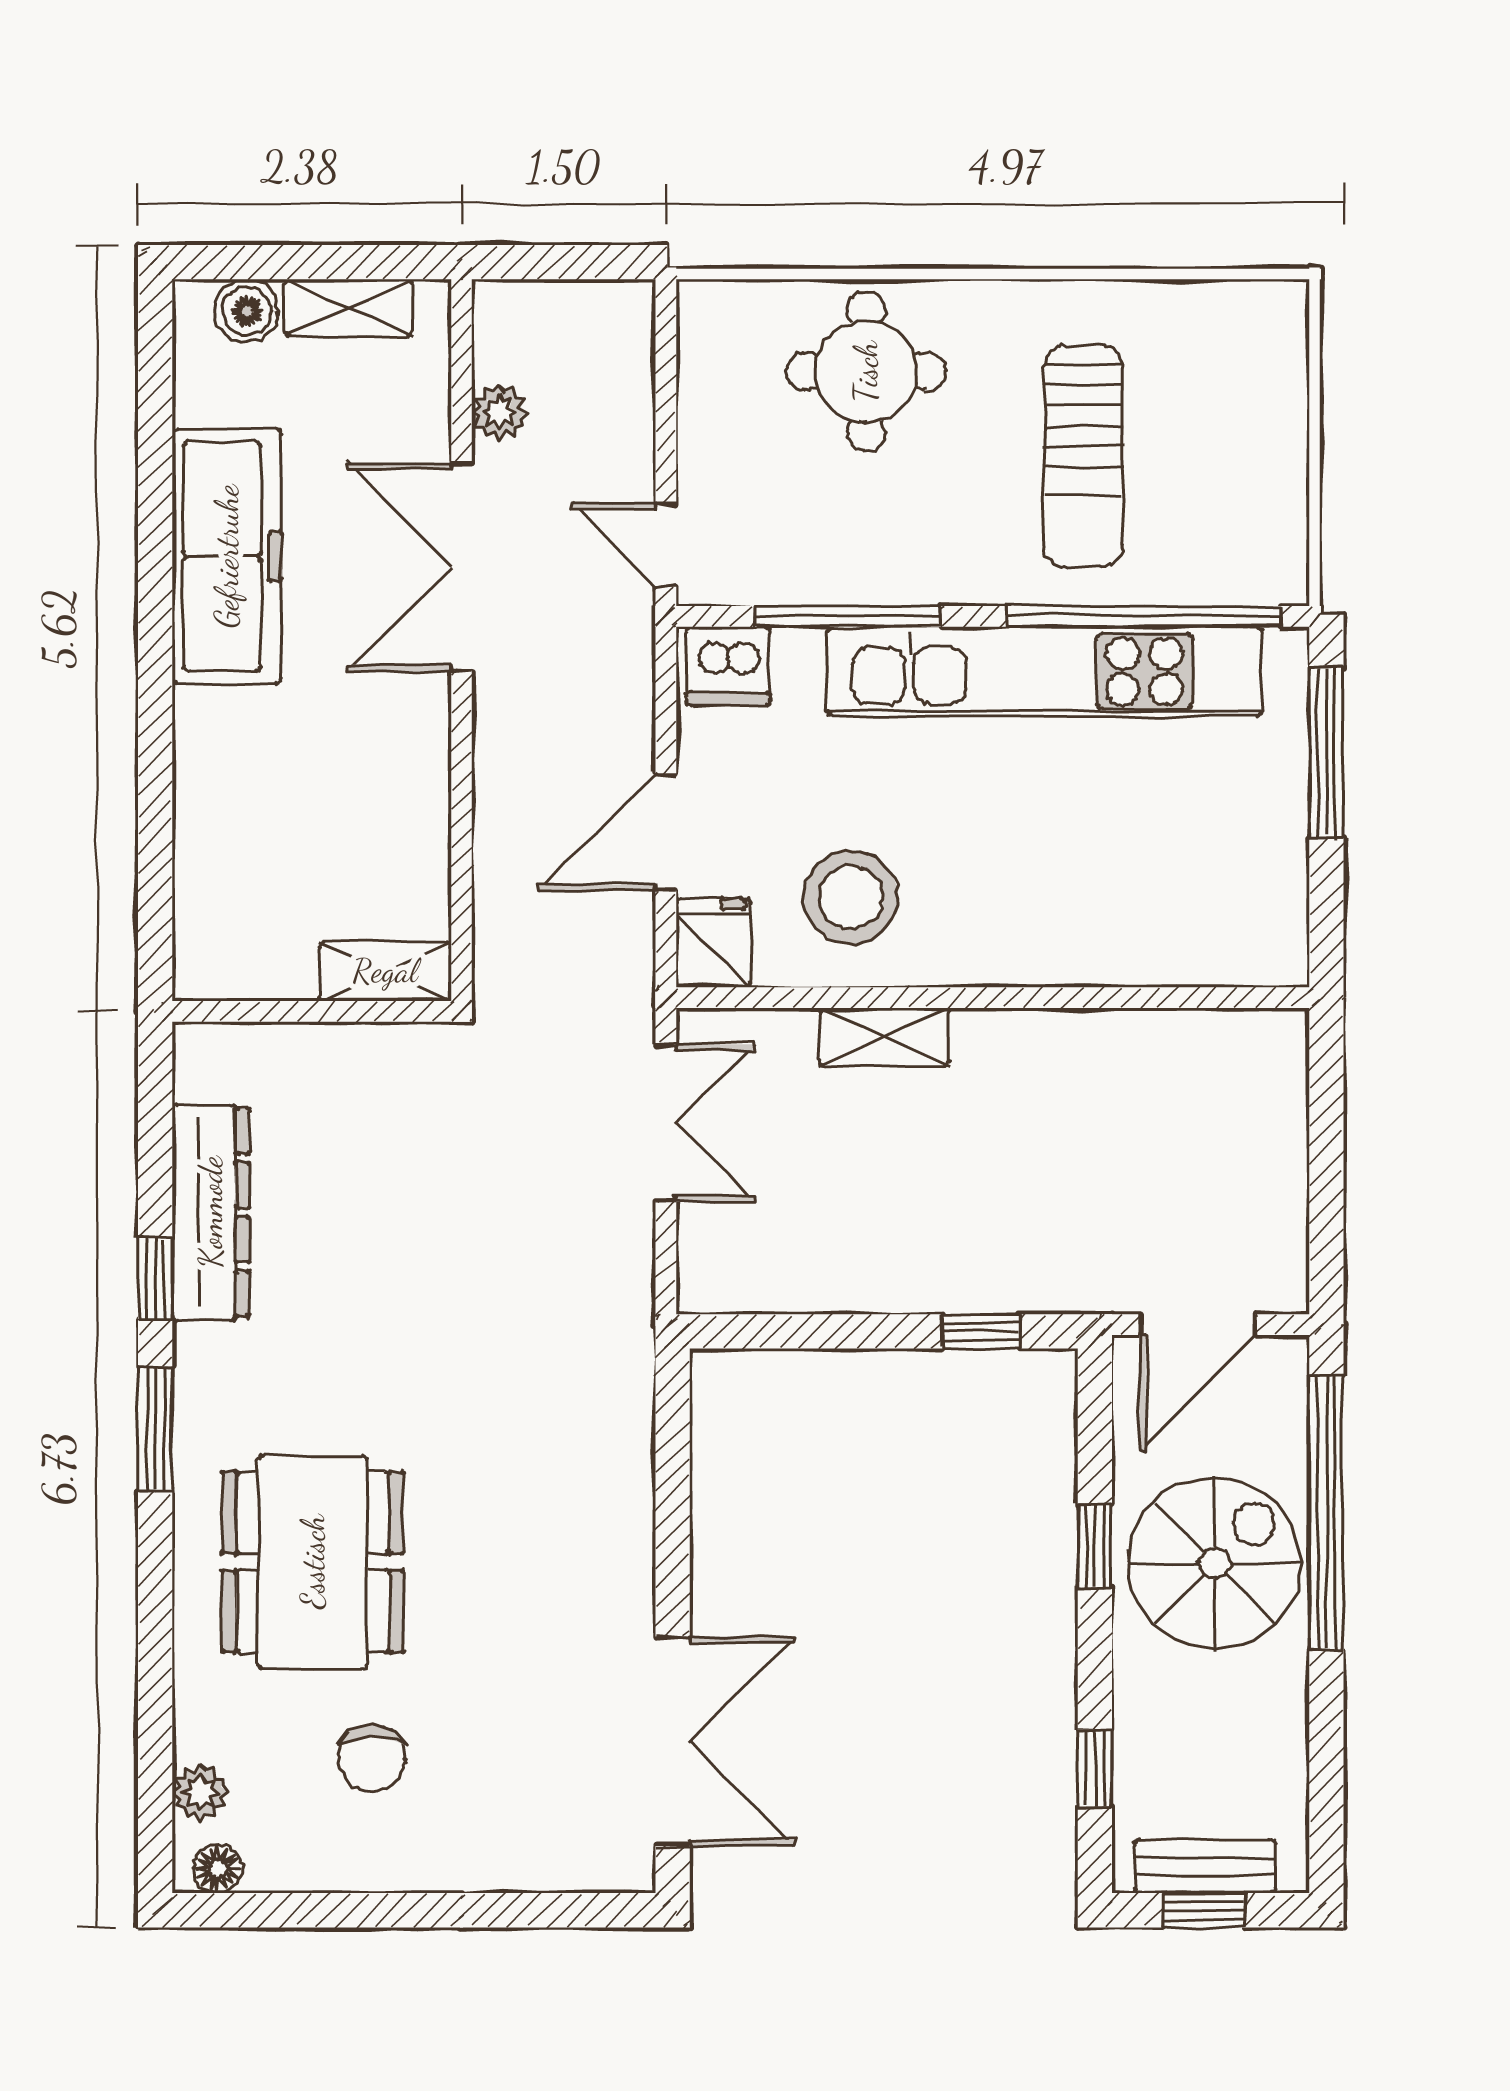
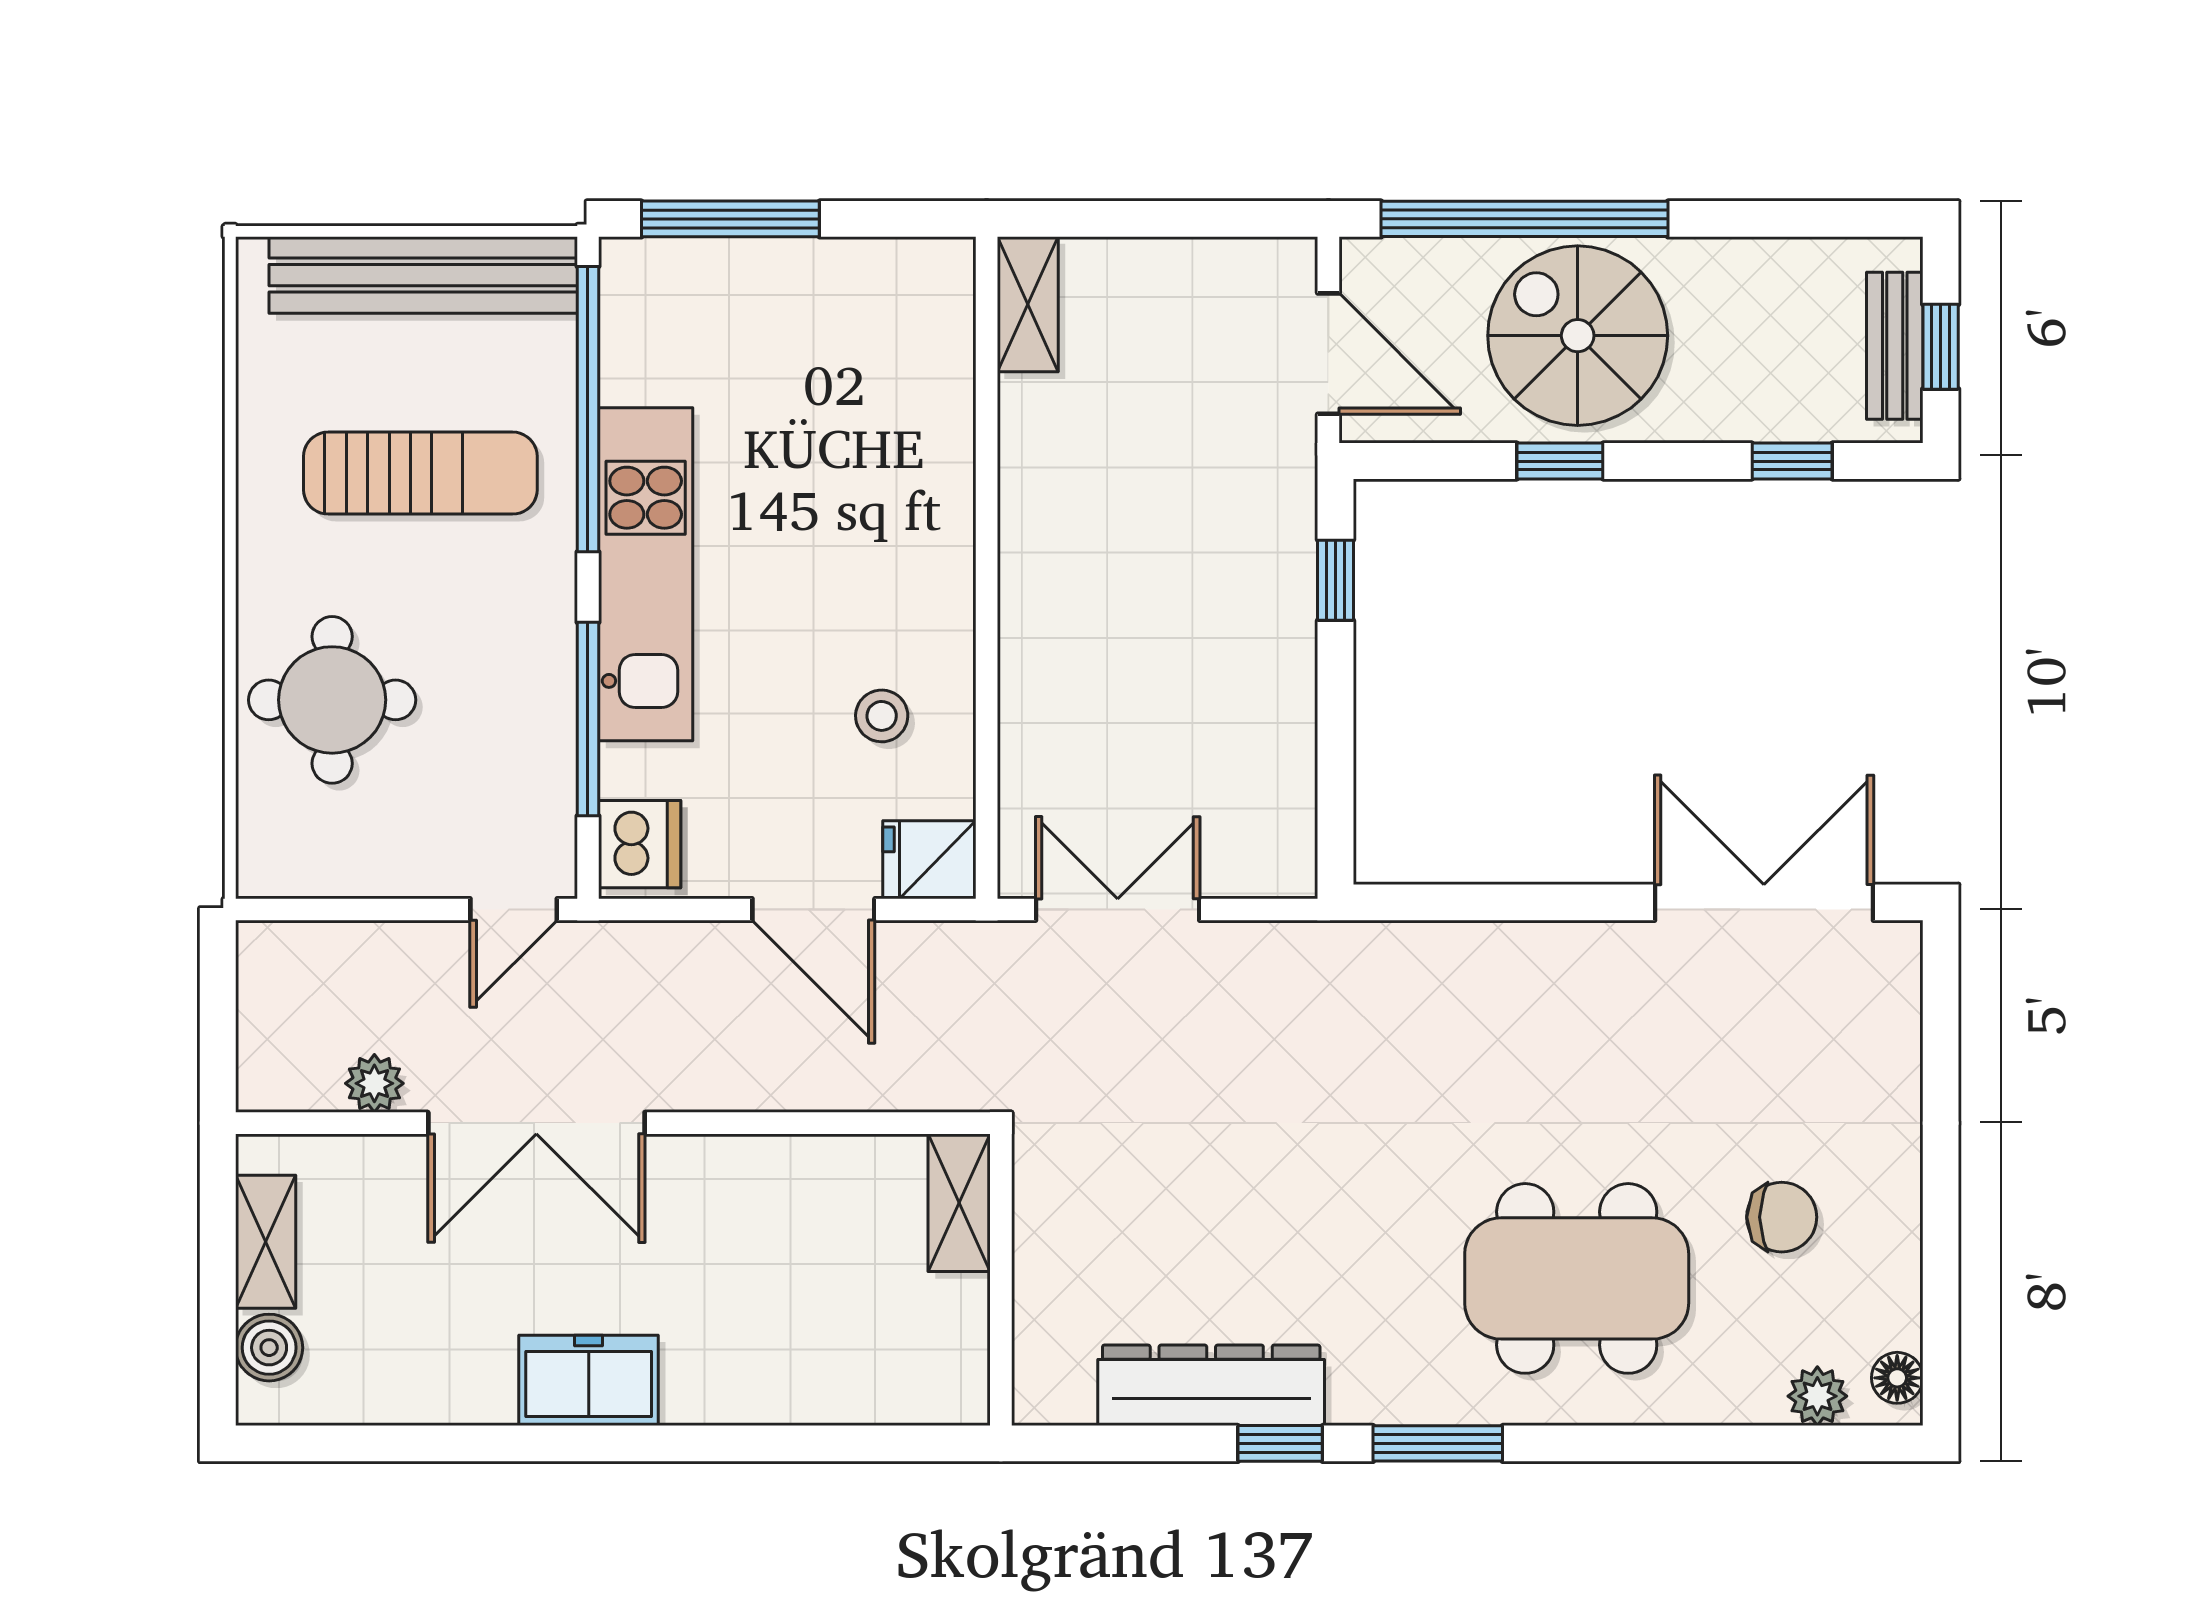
bench: (1273, 459) -> (423, 275), added
freezer: (227, 556) -> (589, 1380), width x0.52, depth x0.79
kitchen unit: (1044, 671) -> (646, 574), width x0.73
stool: (851, 897) -> (882, 716), width x0.53, depth x0.53
shelving: (884, 1037) -> (1028, 304), moved

